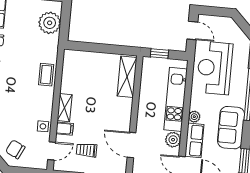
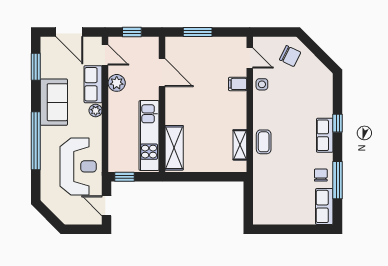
plant: (50, 23) -> (265, 199), removed
window: (159, 54) -> (124, 177), moved
kitchen unit: (176, 99) -> (149, 135), moved, turned 180
shelving: (65, 108) -> (240, 145), moved
trolley: (87, 150) -> (211, 62), removed
door: (52, 151) -> (250, 58), swing flipped

